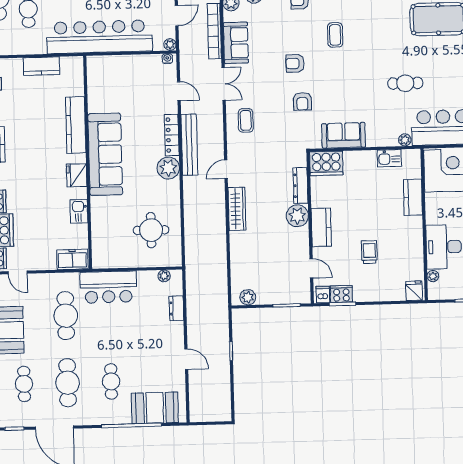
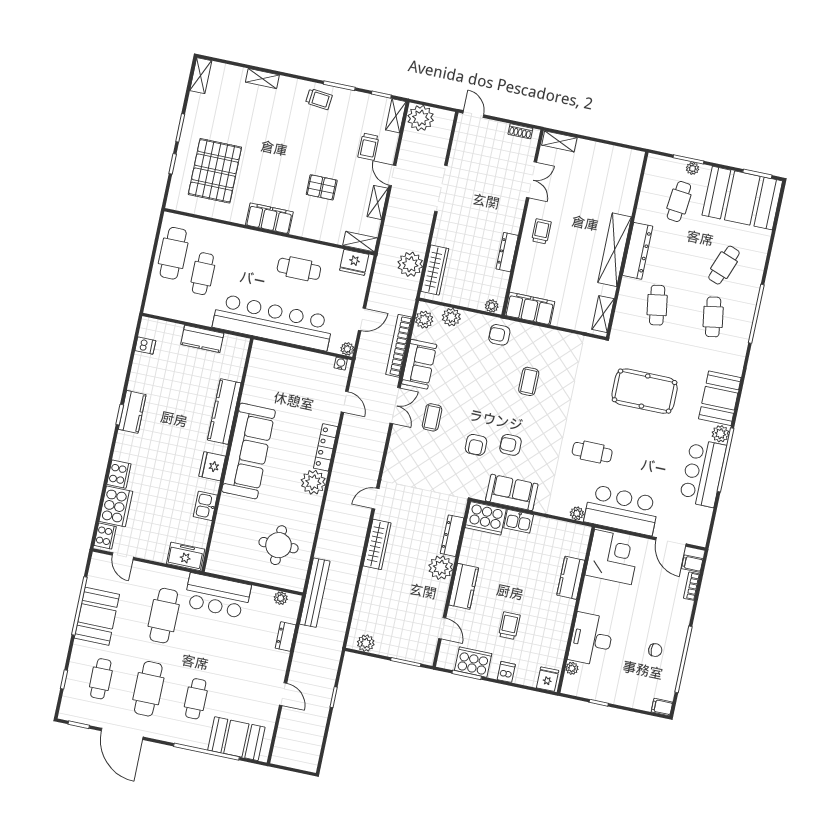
armchair: (295, 63) -> (510, 445), moved
coffee table: (246, 120) -> (432, 417), moved
bench: (189, 145) -> (315, 593), moved
kitchen sink: (389, 158) -> (519, 521), moved
cooker: (341, 294) -> (473, 662), width x1.37, depth x1.31
dishwasher: (323, 295) -> (506, 672), moved

